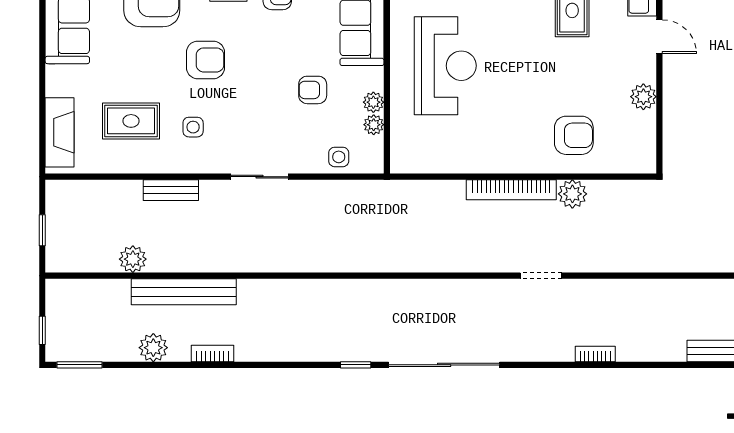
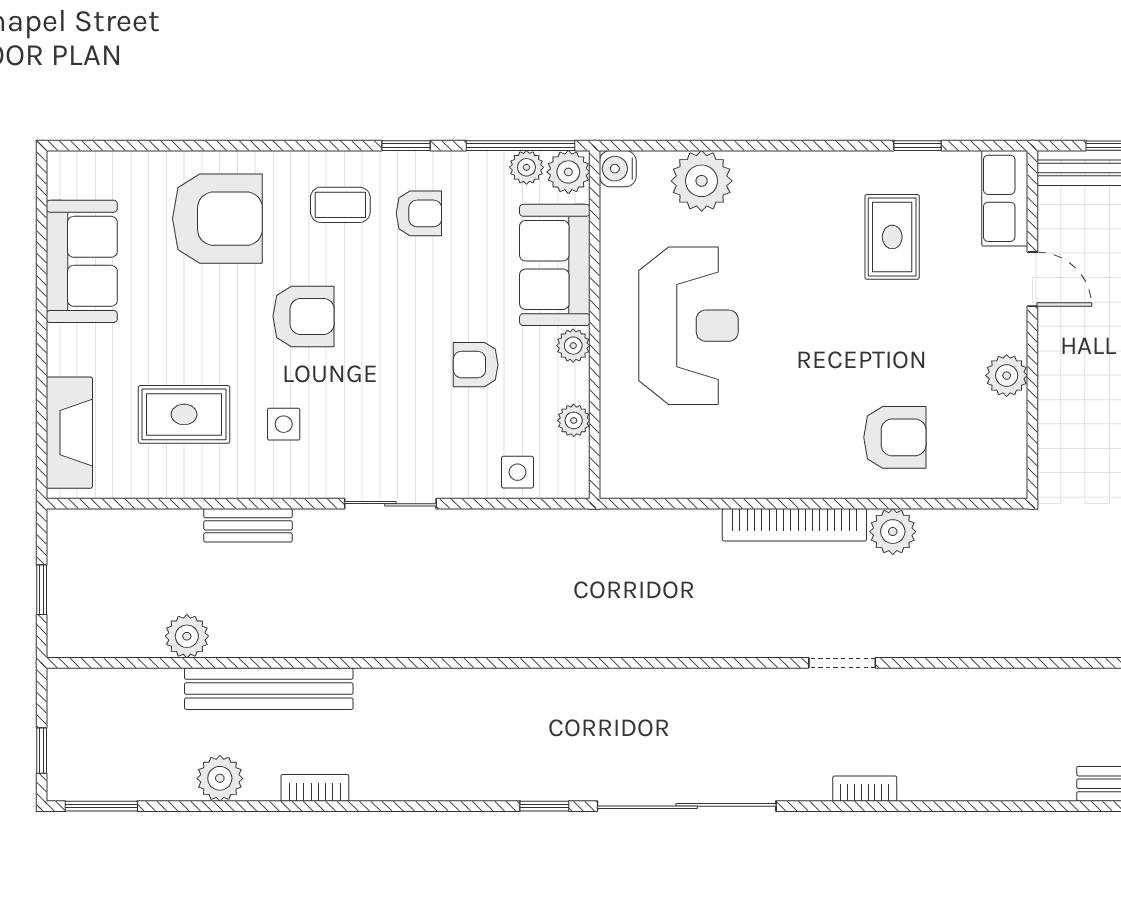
plant: (373, 102) -> (573, 346), moved
bookcase: (595, 354) -> (865, 789), moved

